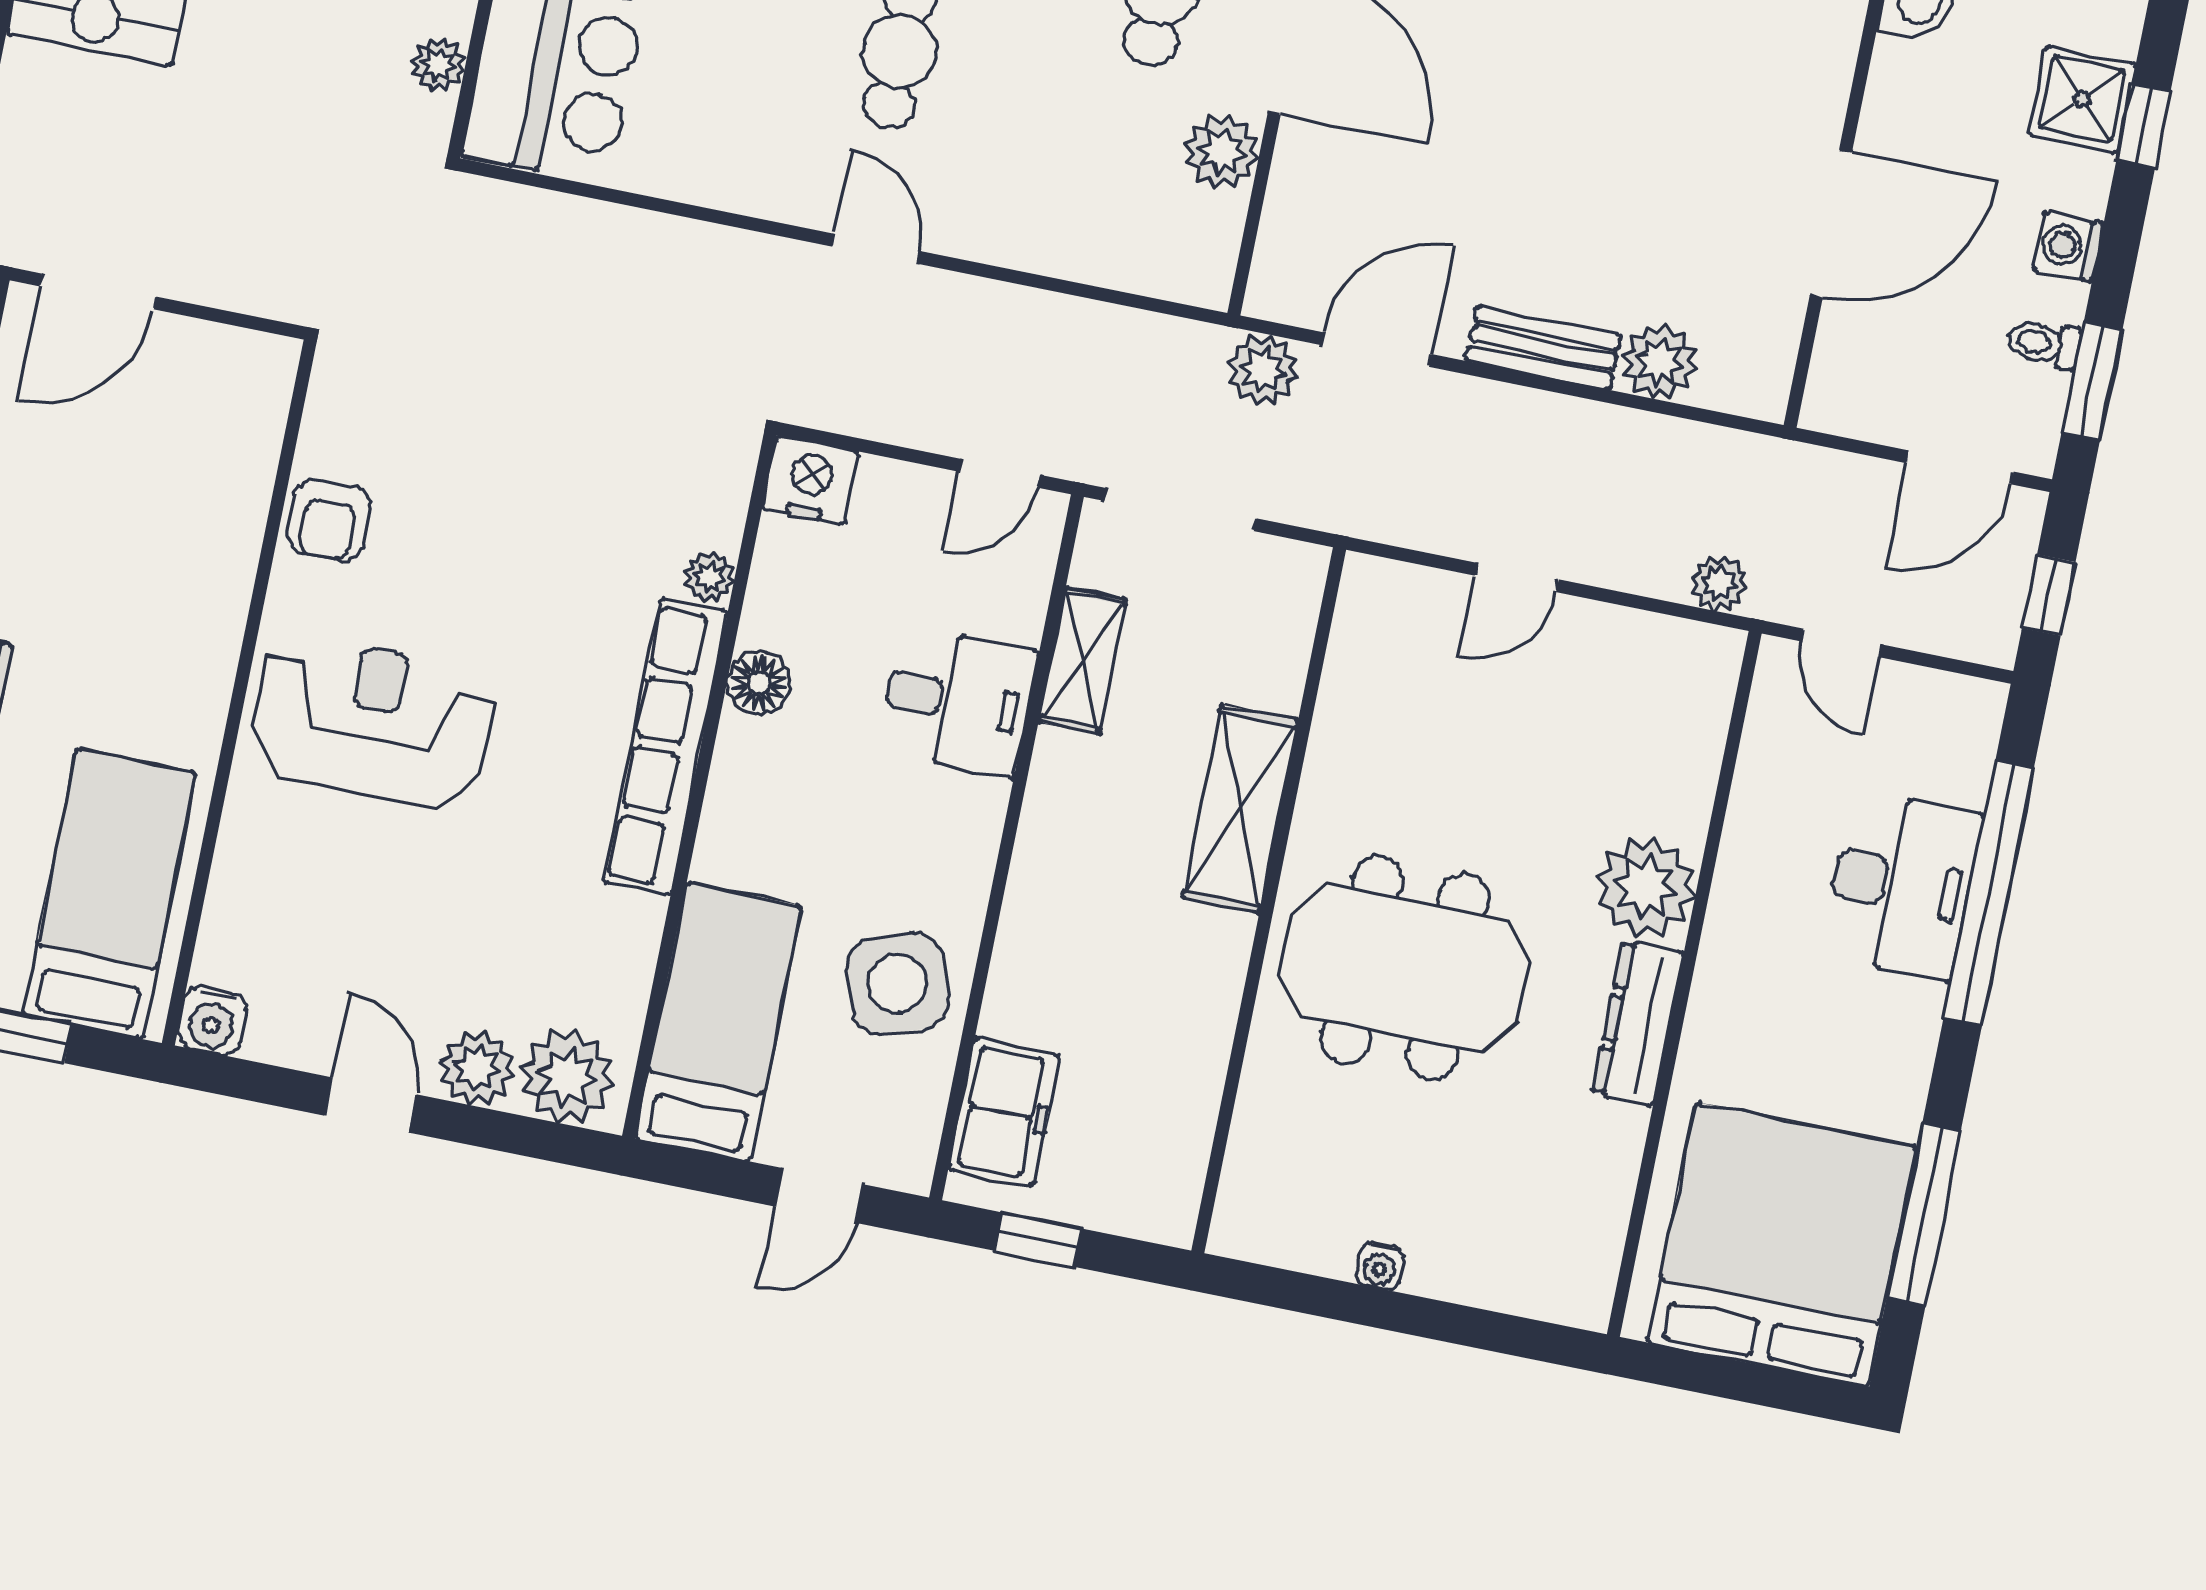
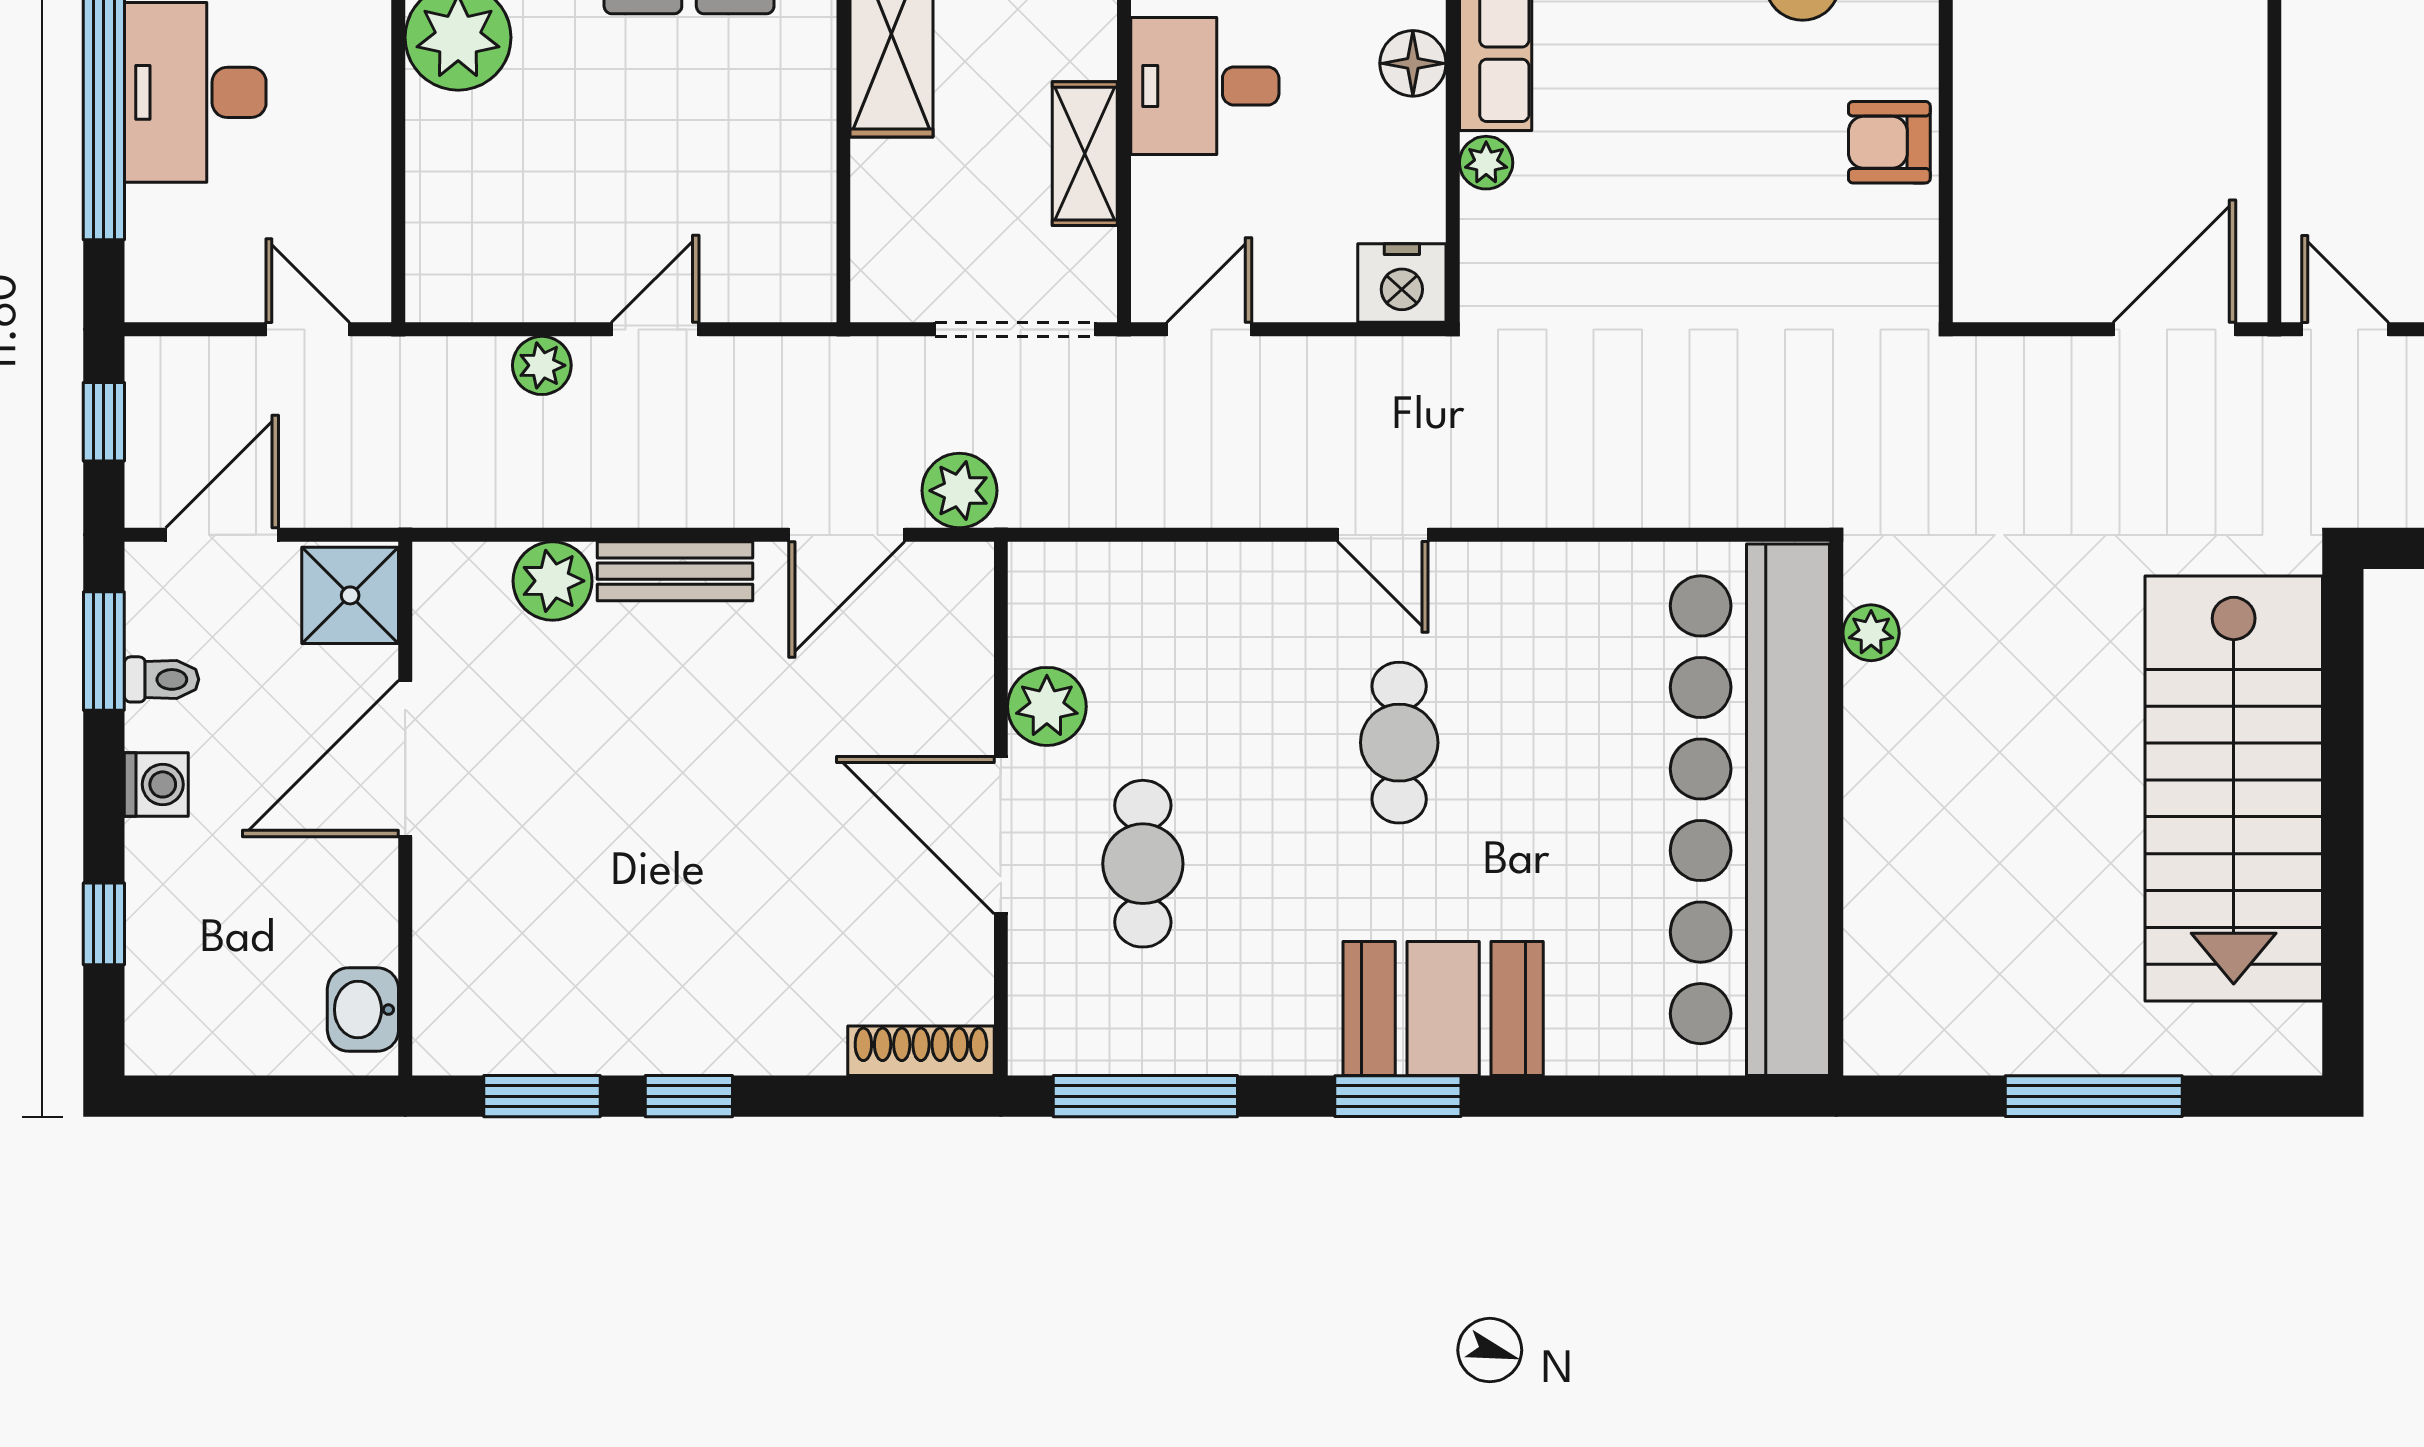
shower: (2082, 99) -> (350, 595), moved
armchair: (329, 520) -> (1889, 142), turned -90
plant: (1719, 583) -> (542, 365), moved

